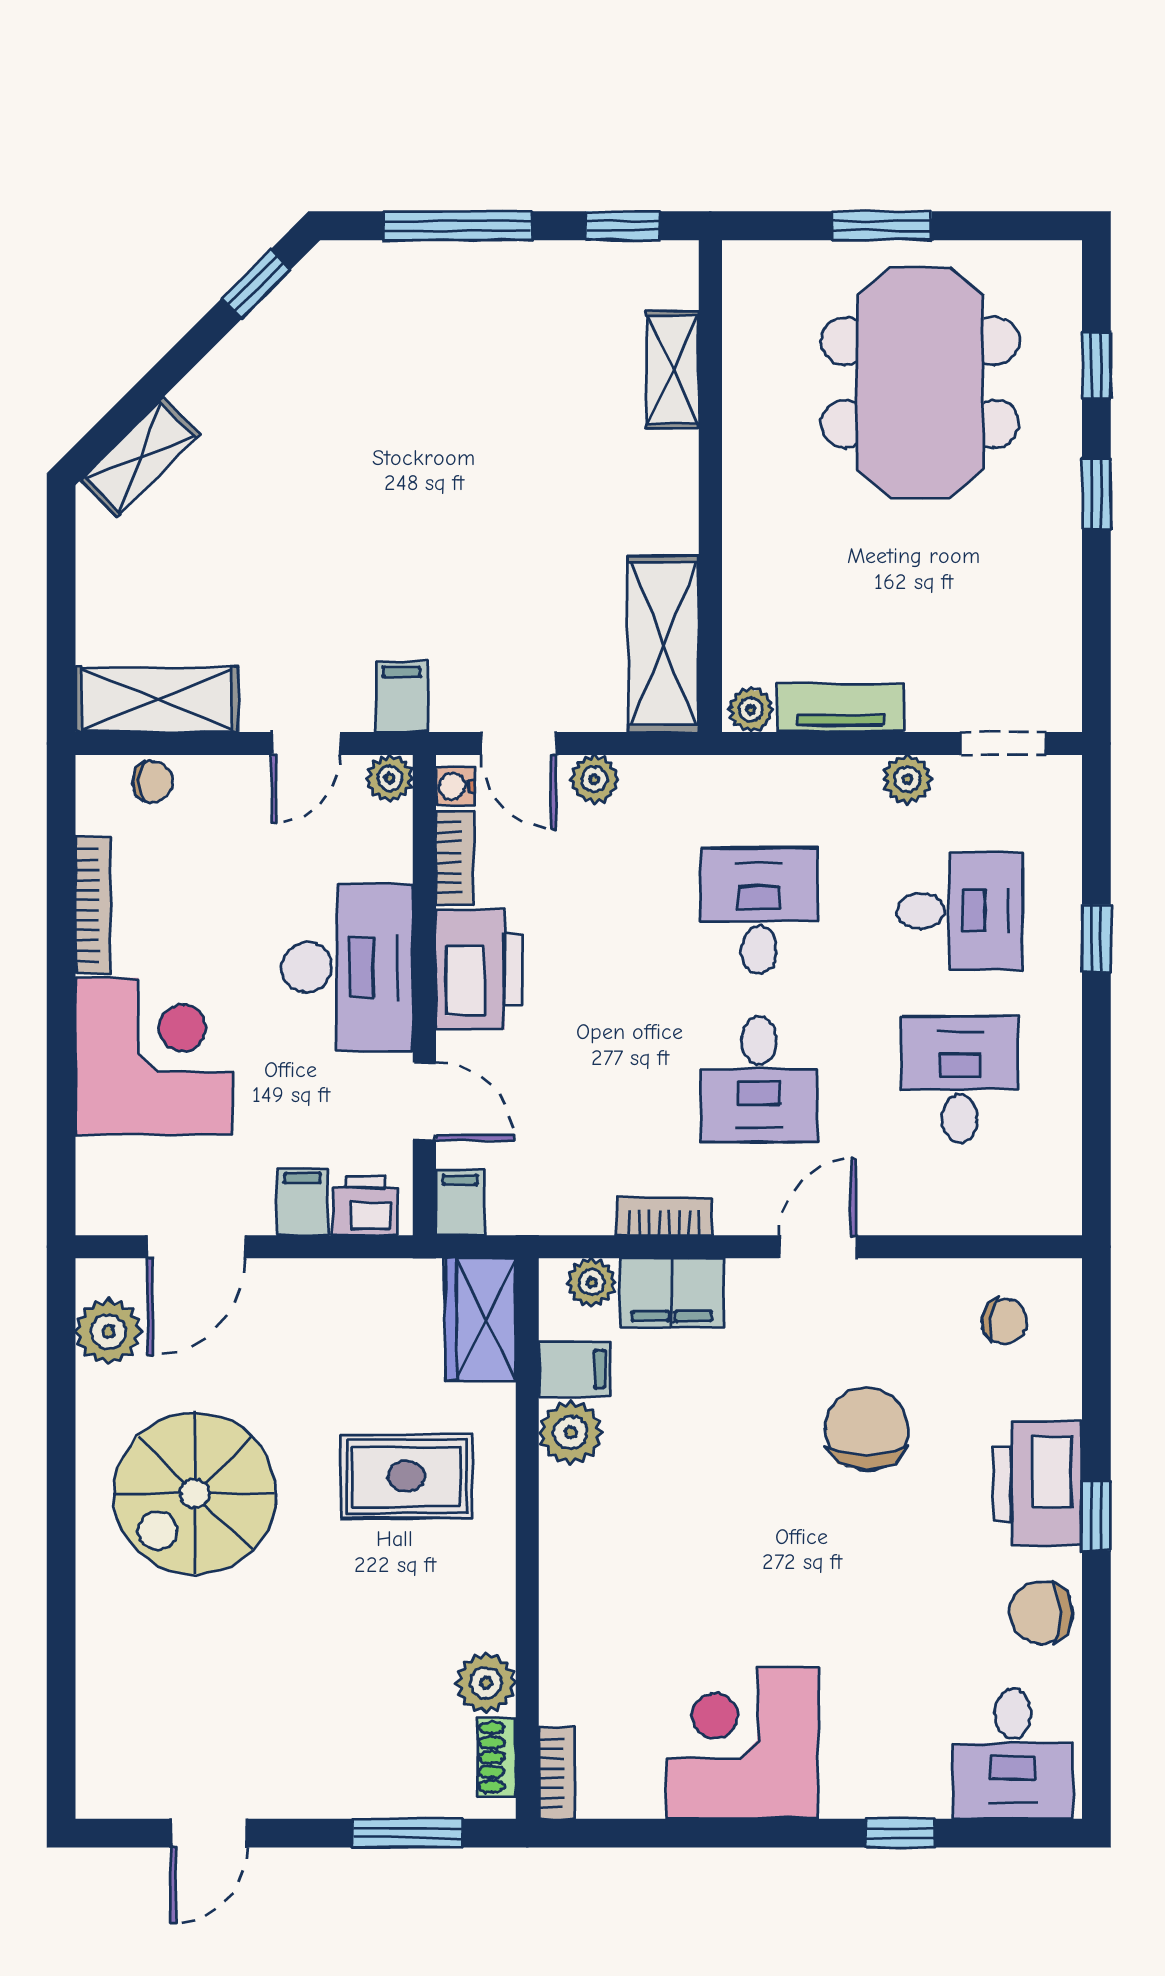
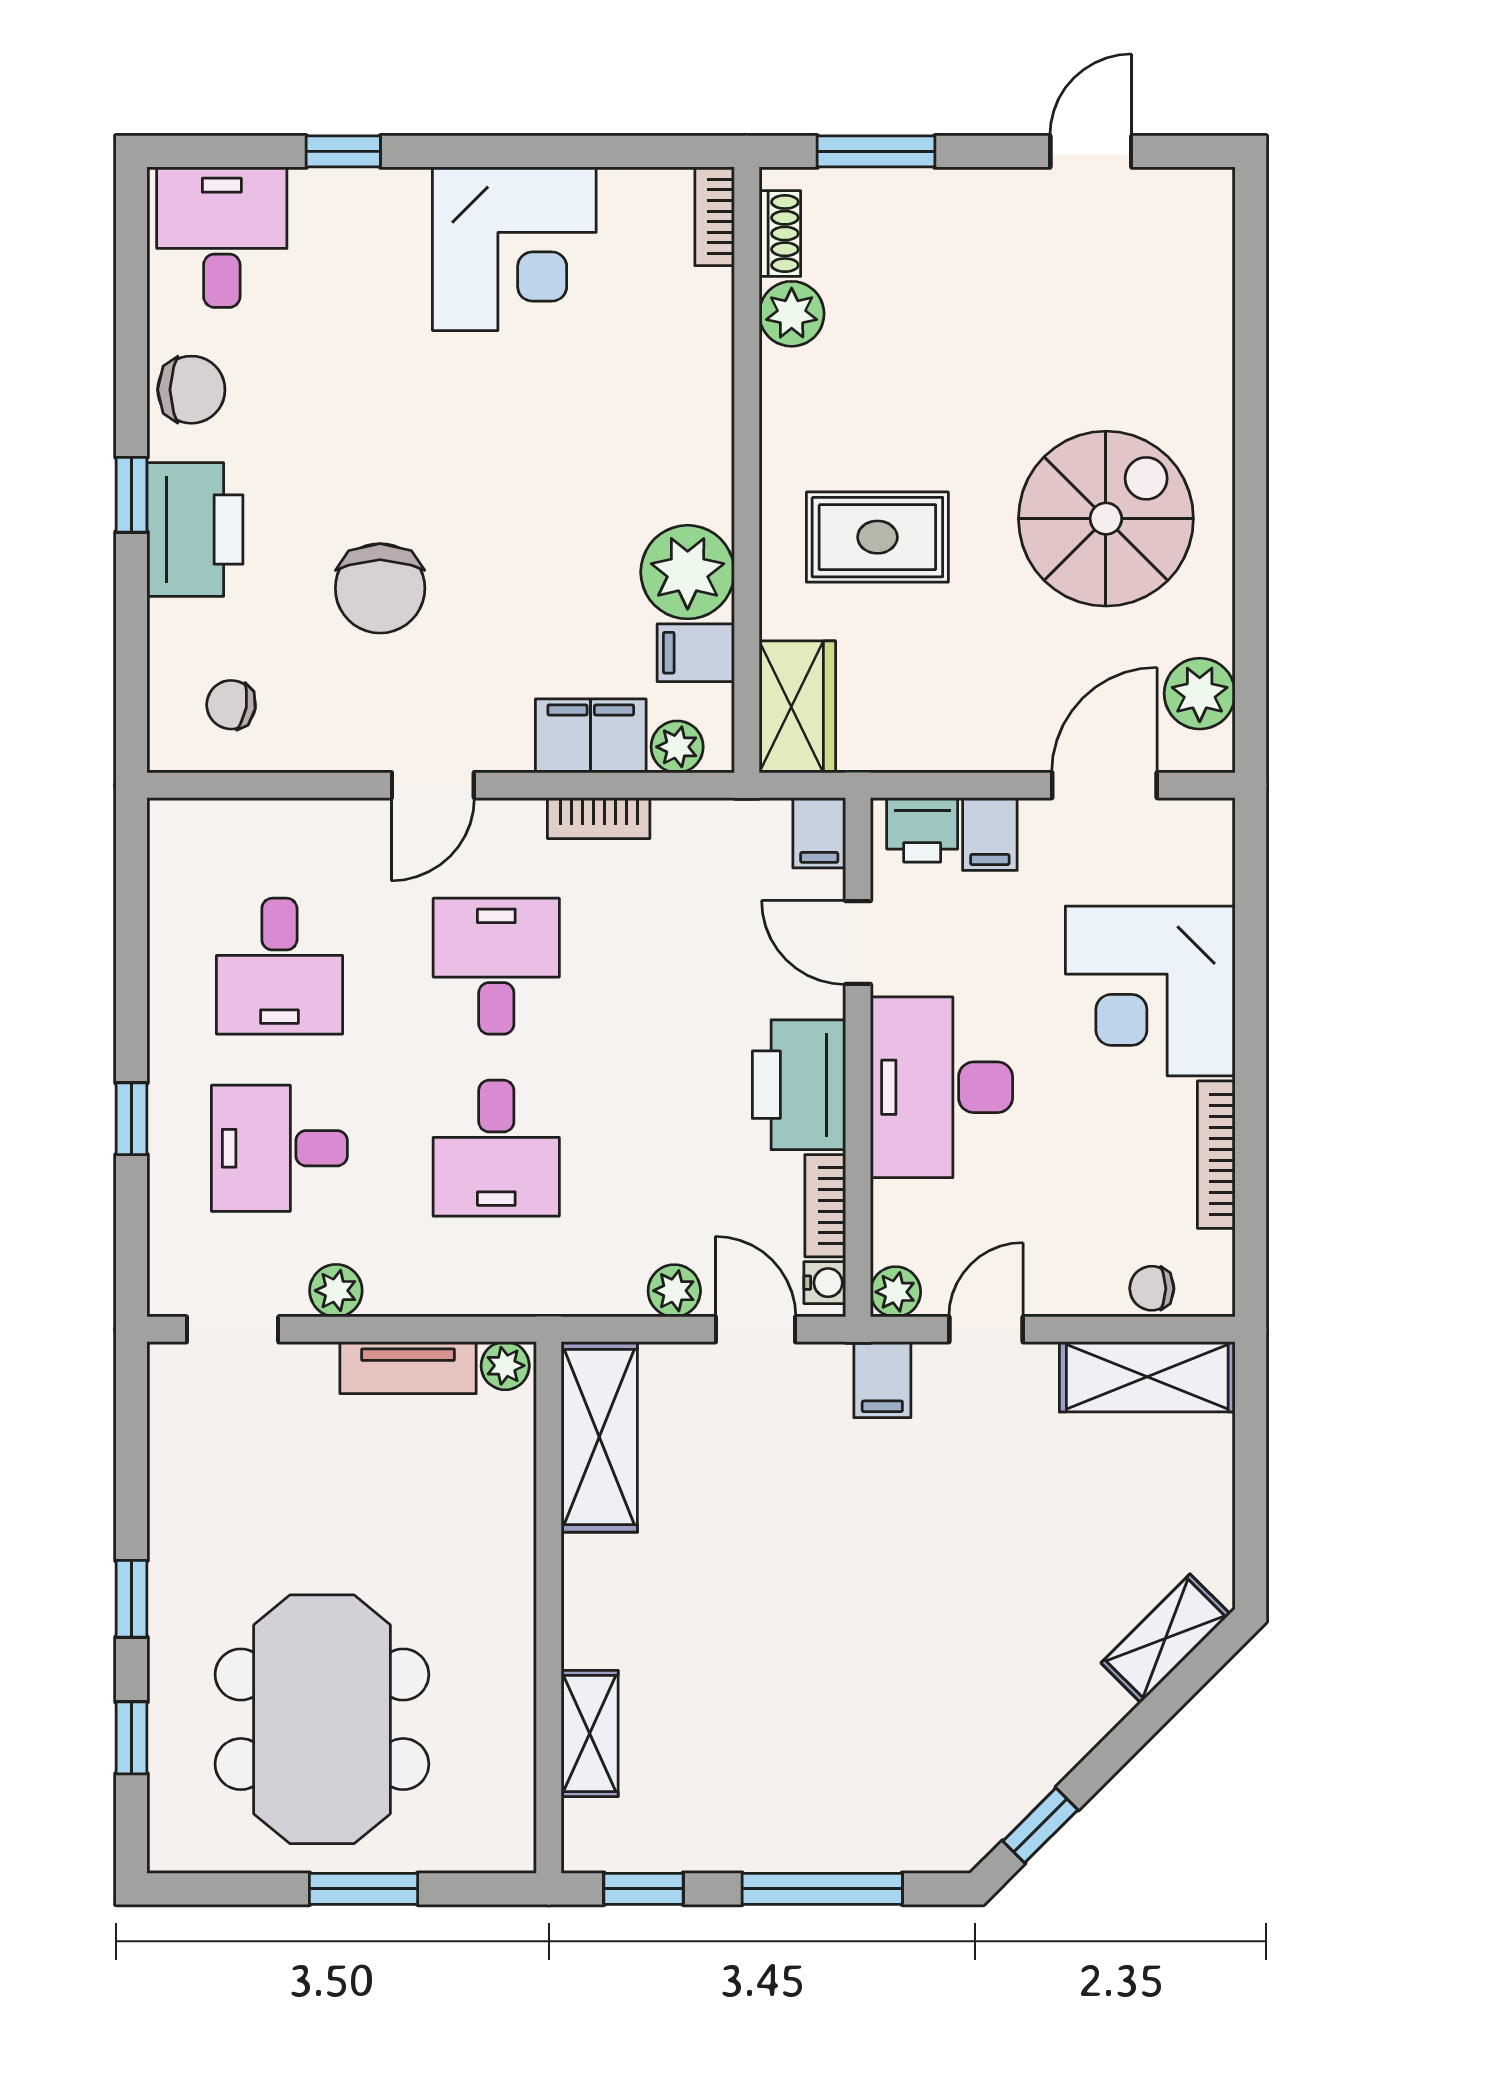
plant: (570, 1432) -> (688, 572), width x1.36, depth x1.36

